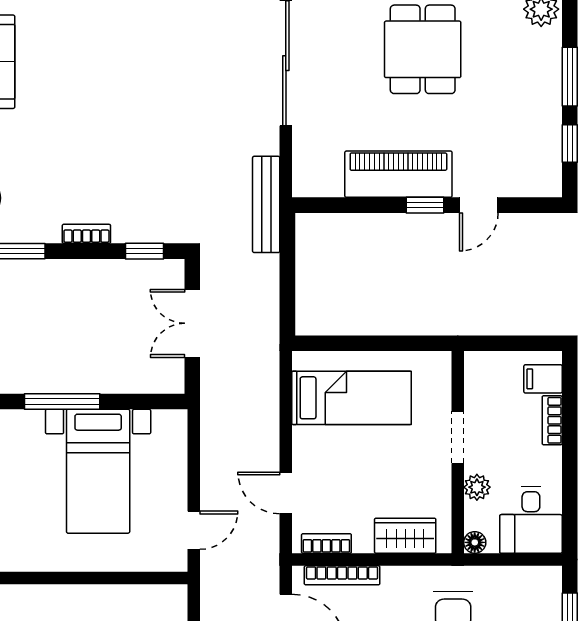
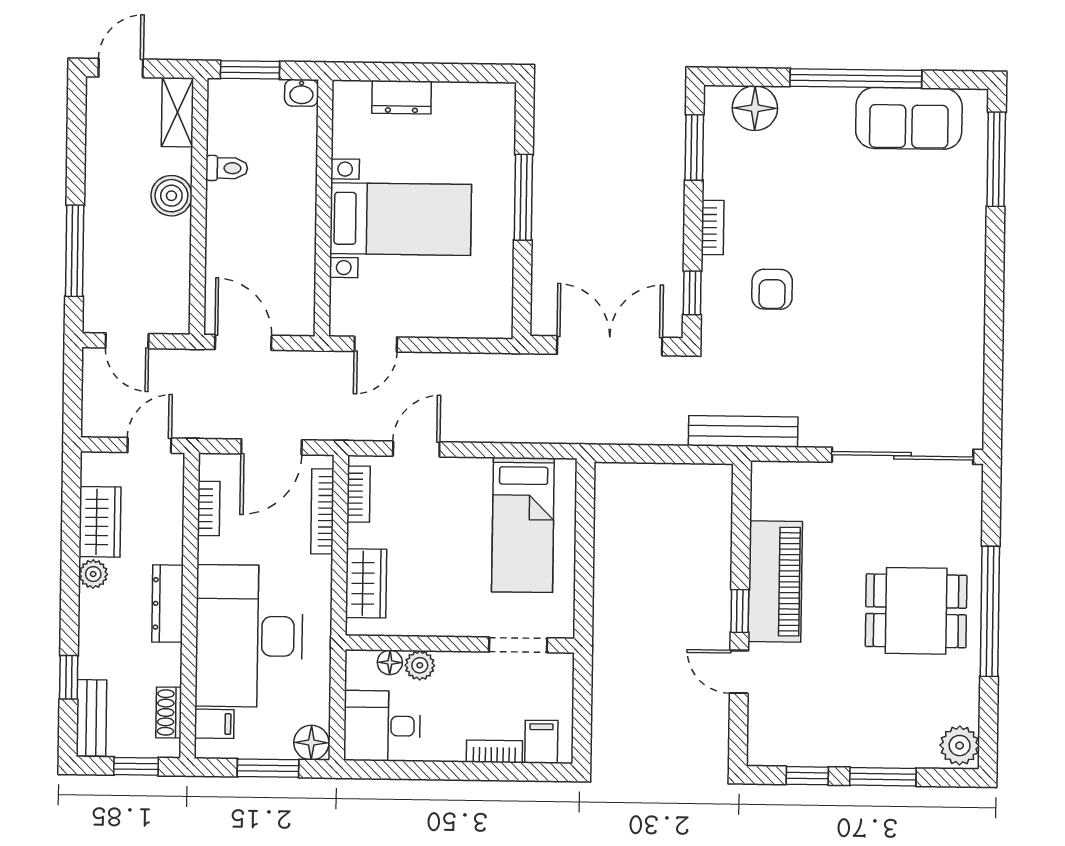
armchair: (140, 181) -> (772, 289), added
double door: (192, 323) -> (610, 346), width x1.37
doorway: (458, 437) -> (518, 645), moved
bed with nightstands: (98, 471) -> (401, 219), moved, turned 180
door: (194, 530) -> (376, 344), hinge flipped
floor lamp: (475, 542) -> (390, 662), moved
floor lamp: (547, 582) -> (311, 743), added

